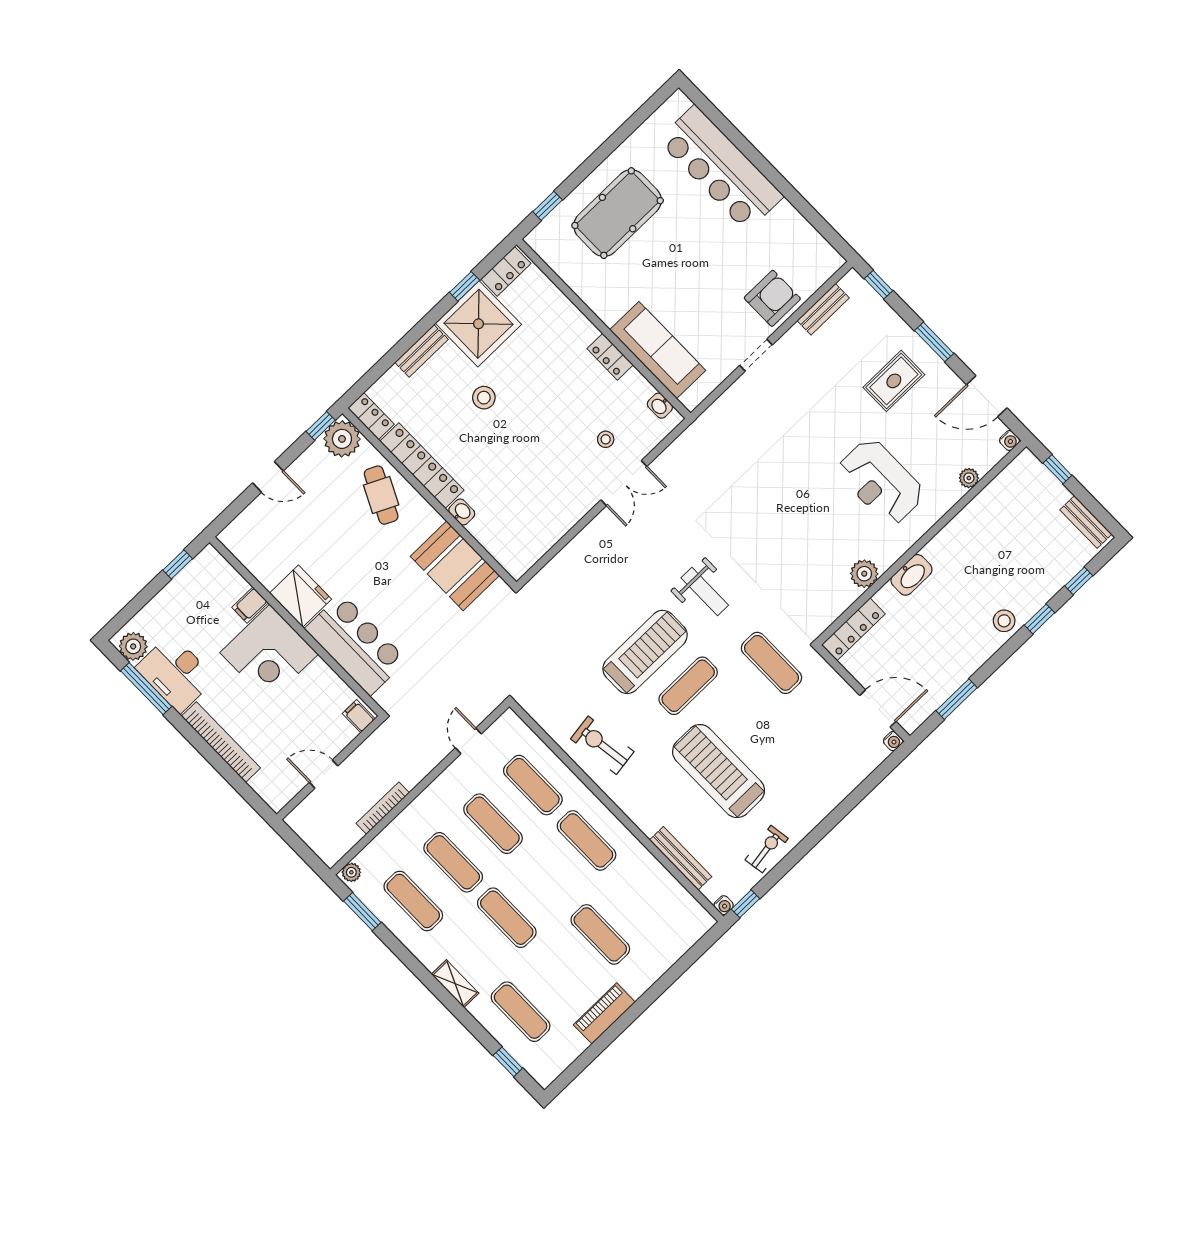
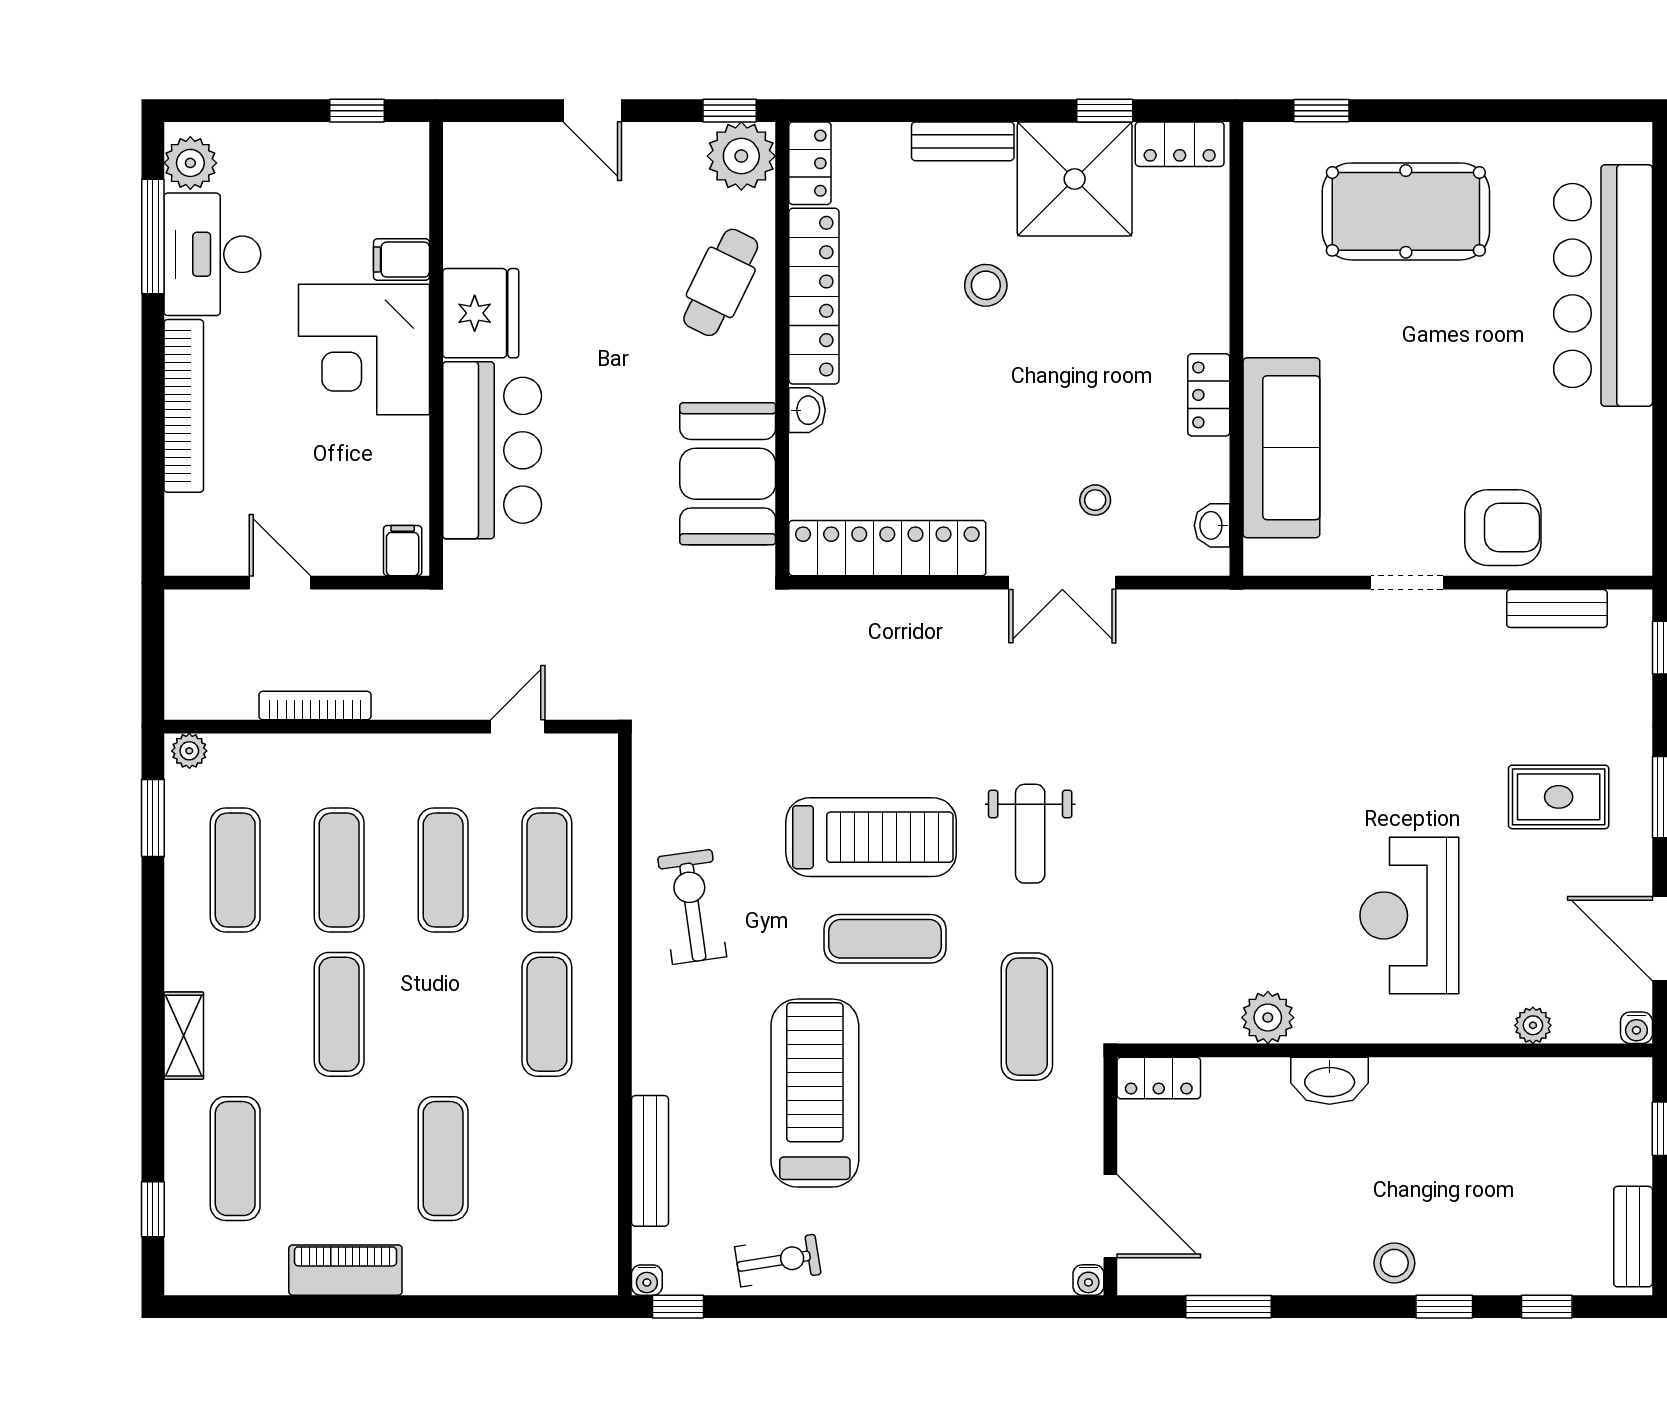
locker: (544, 535) -> (887, 548), added
locker: (853, 629) -> (1159, 1078), width x0.66

